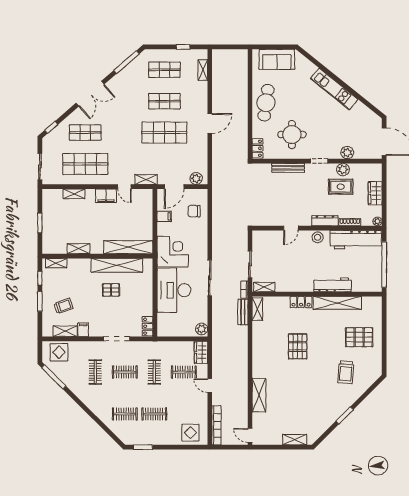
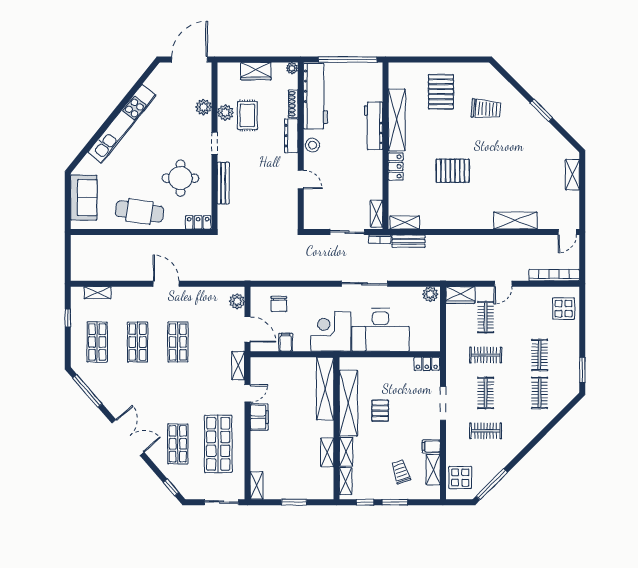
kitchen unit: (334, 89) -> (122, 124), width x1.36
shop shelf: (164, 133) -> (178, 342), width x0.70, depth x0.74
shelving: (74, 194) -> (257, 485), moved
shelving: (79, 263) -> (346, 452), added

